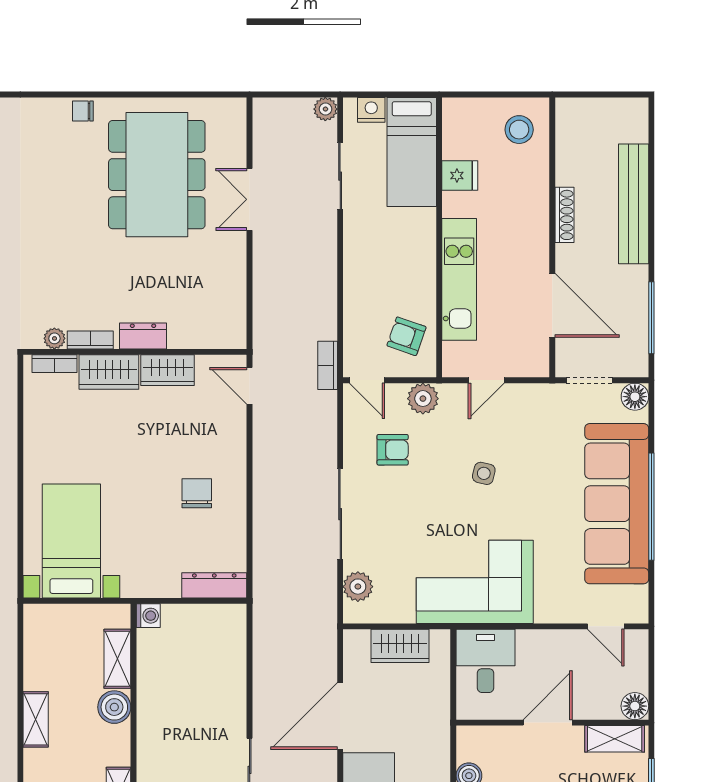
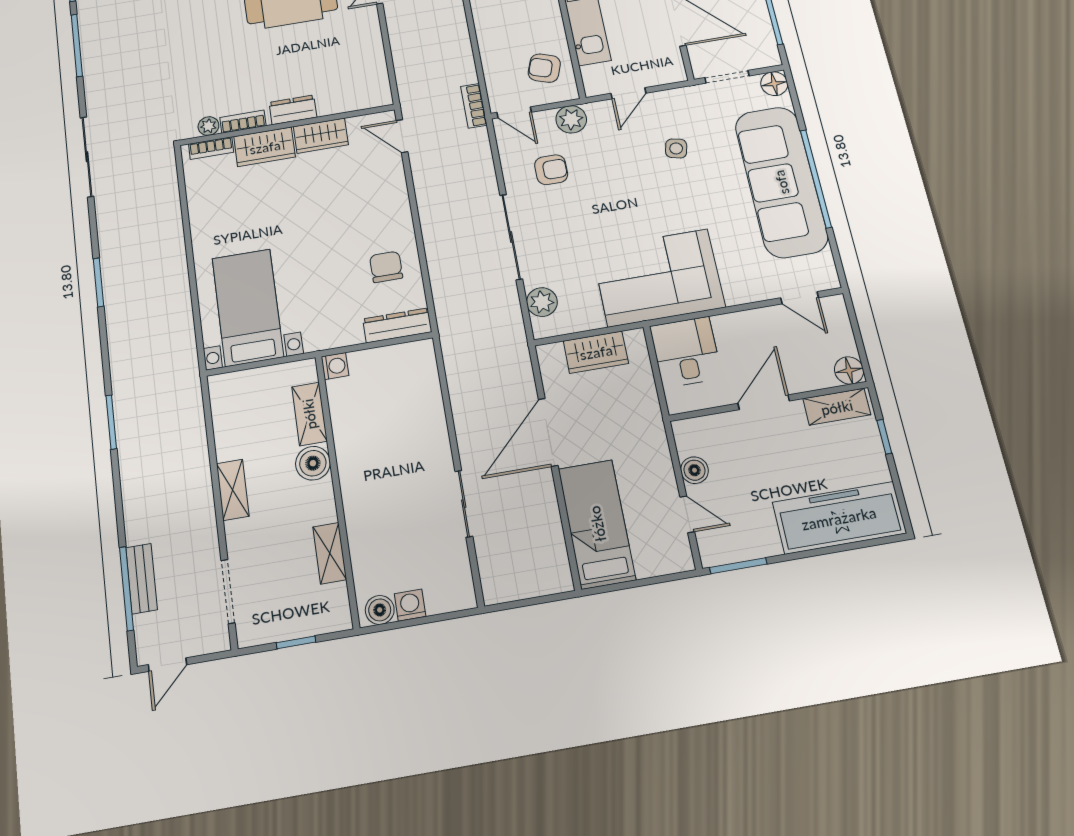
side table: (484, 473) -> (676, 148), moved
chair: (197, 493) -> (386, 267), moved

